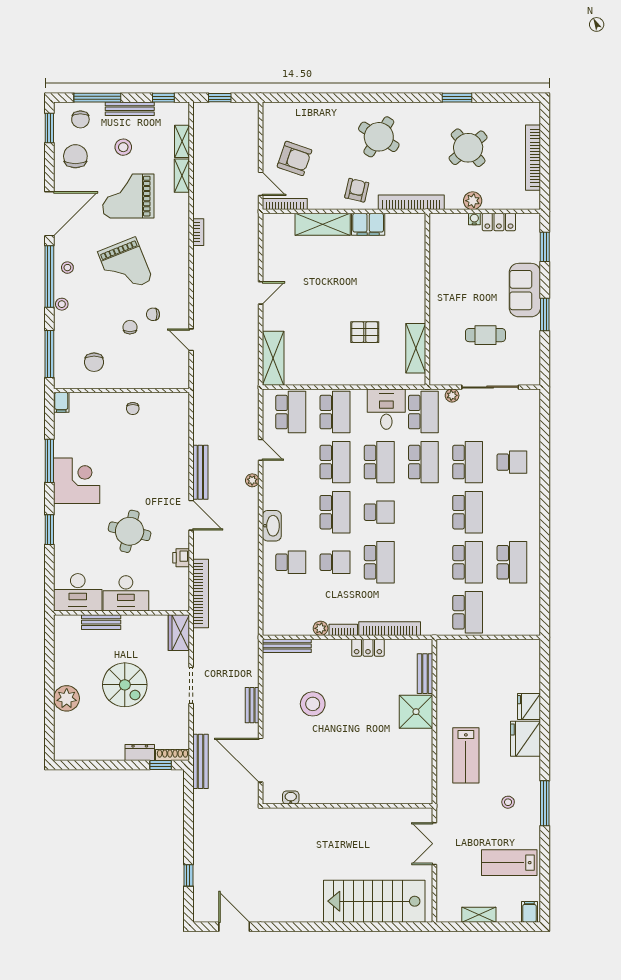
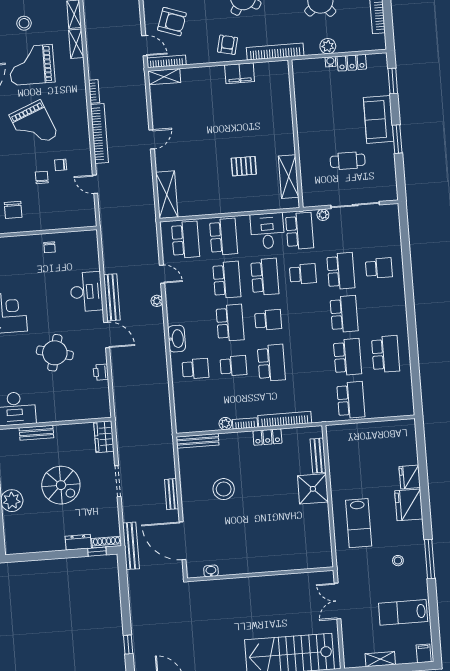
shelving: (323, 224) -> (164, 77), moved, width x0.67, depth x0.75
school desk: (423, 462) -> (303, 274), width x0.54
desk: (126, 593) -> (86, 292), moved, turned -90
bookcase: (201, 594) -> (99, 134), moved

